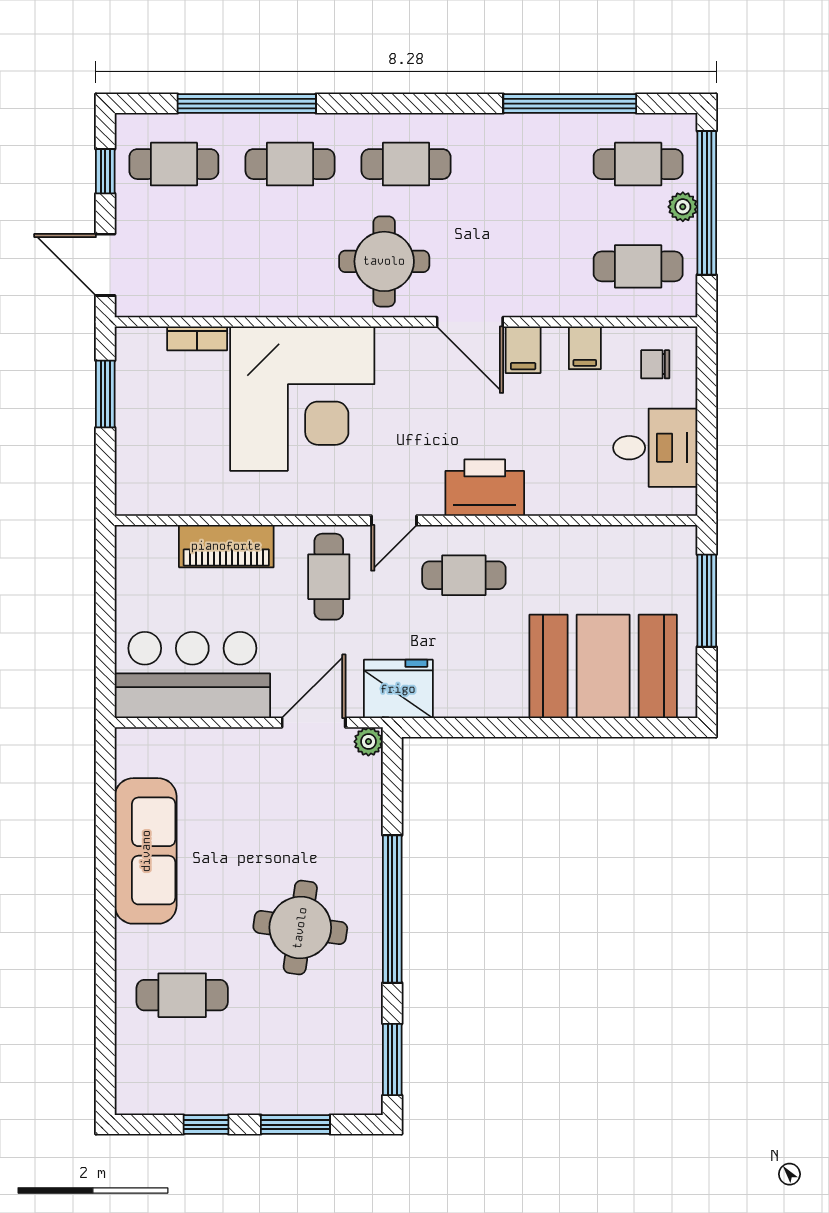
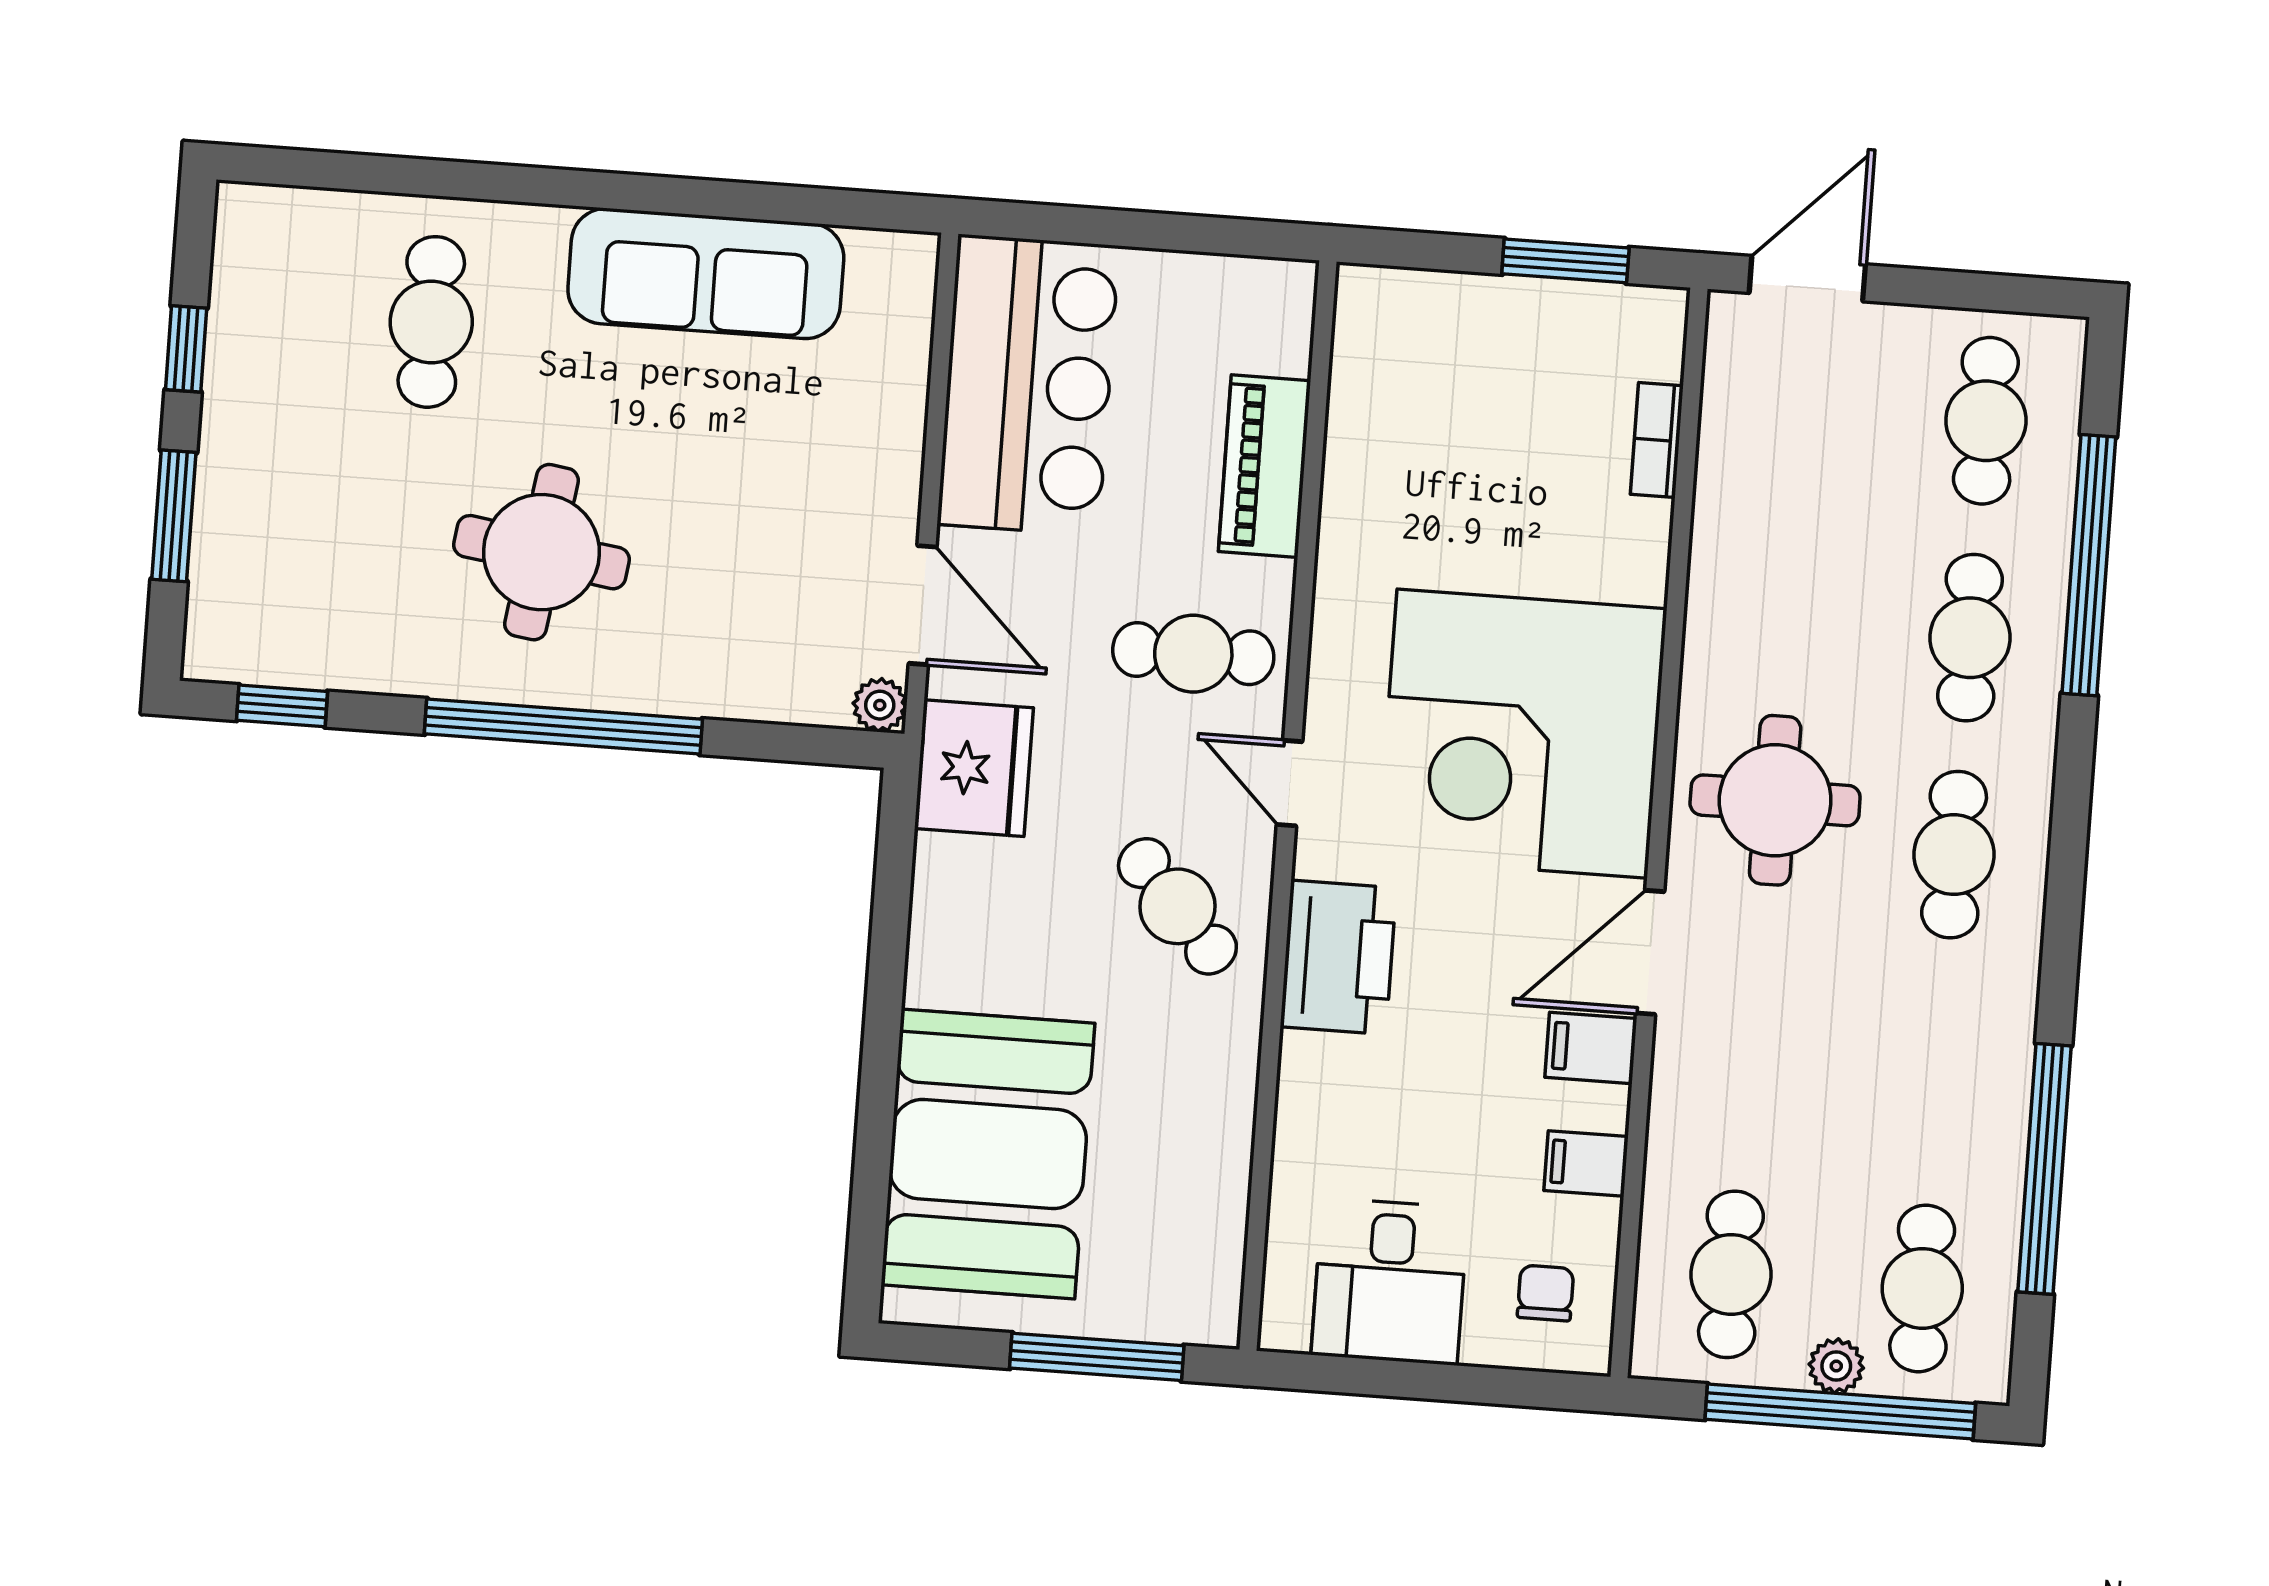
window: (105, 171) -> (1982, 291), removed
corner desk: (302, 399) -> (1522, 734), moved
cafe table: (464, 575) -> (1177, 906), turned -42
window: (392, 1060) -> (282, 706), width x0.67

